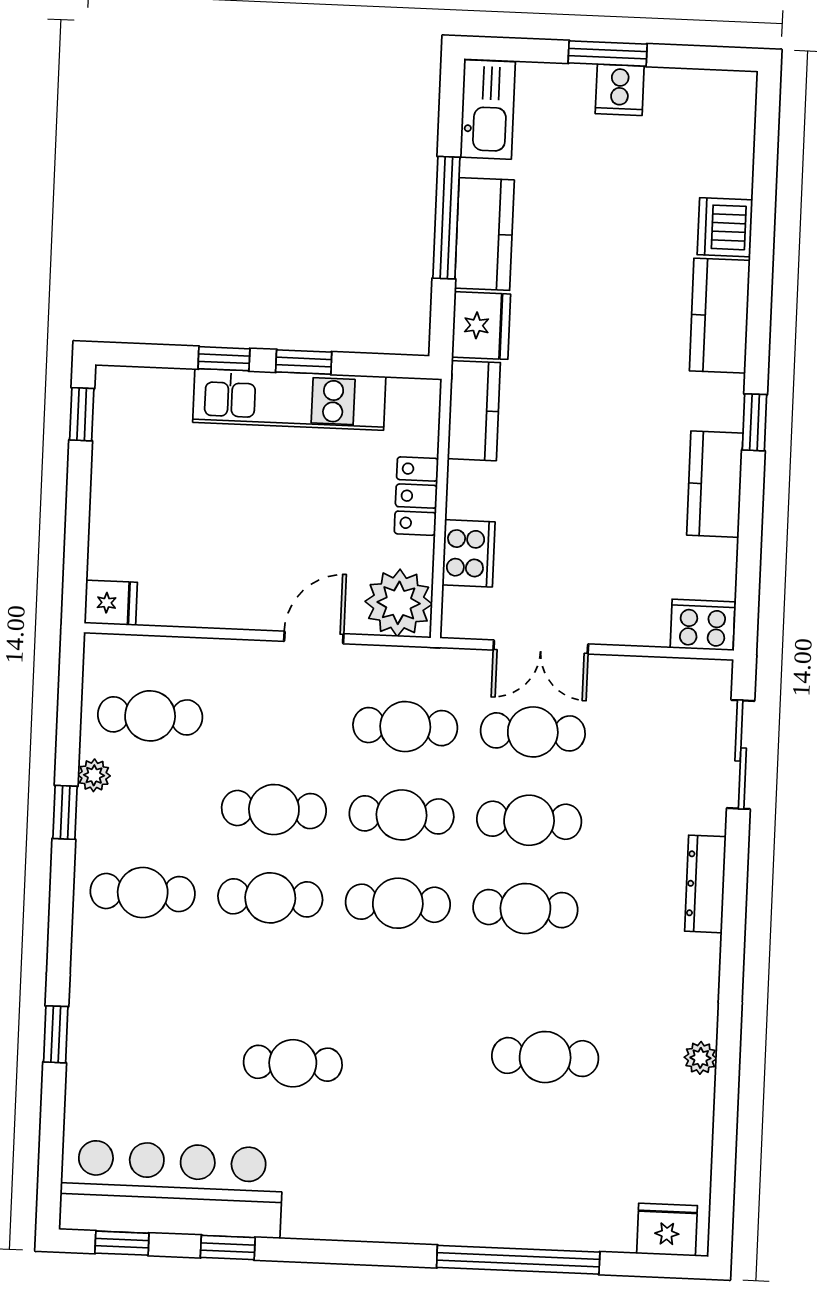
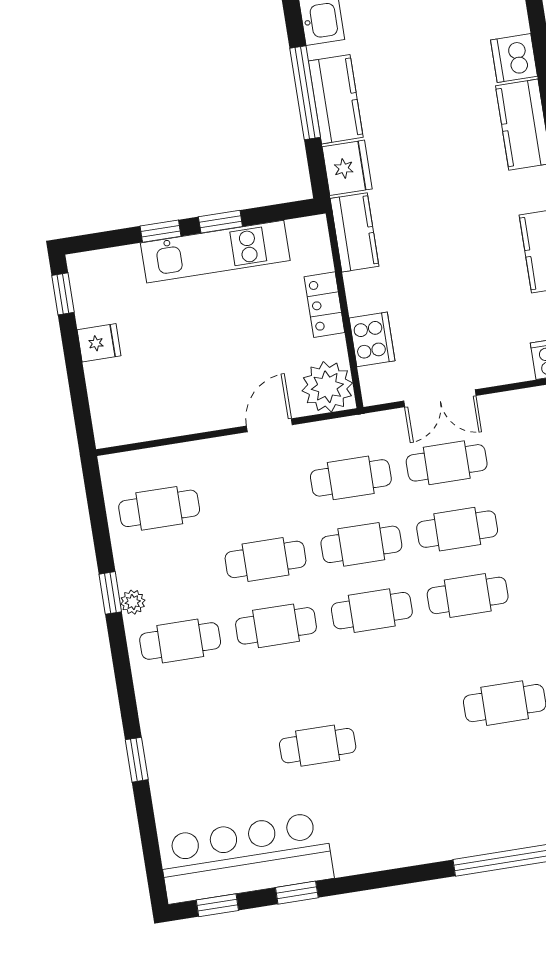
fridge: (111, 603) -> (99, 343), moved
plant: (94, 775) -> (133, 602), moved

